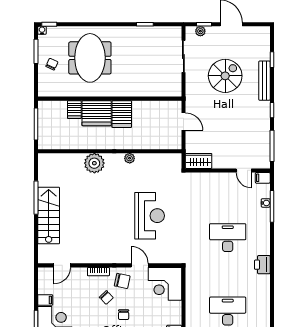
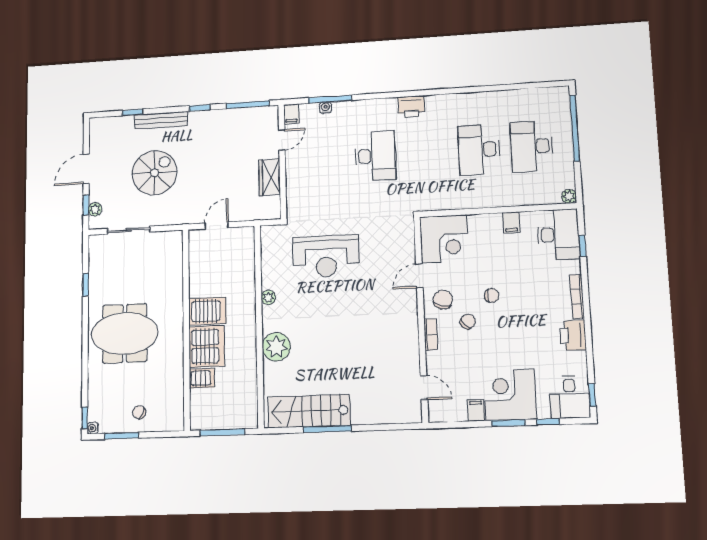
meeting table: (90, 58) -> (125, 333), moved
spiral stairs: (225, 76) -> (154, 173), turned 90
wardrobe: (199, 161) -> (270, 177), moved
stairs: (49, 216) -> (309, 411), moved
reception desk: (150, 216) -> (326, 256), moved, turned 180
desk: (228, 238) -> (375, 156), turned 180

